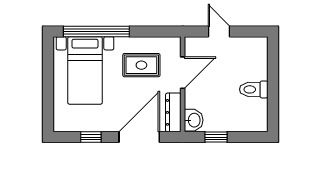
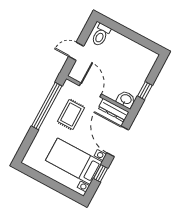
window: (96, 31) -> (47, 106), moved
bed with nightstands: (85, 70) -> (74, 161), moved, turned 180
toilet: (254, 89) -> (101, 35), moved

